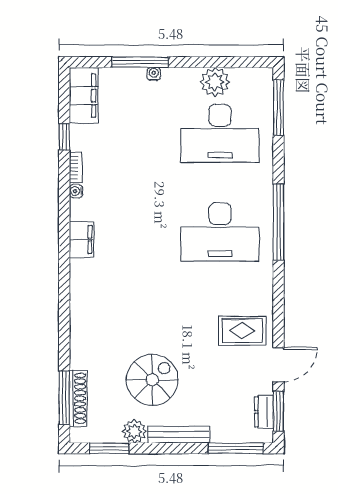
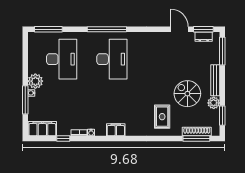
plant: (215, 82) -> (35, 81), moved
rug: (242, 331) -> (162, 117), moved

